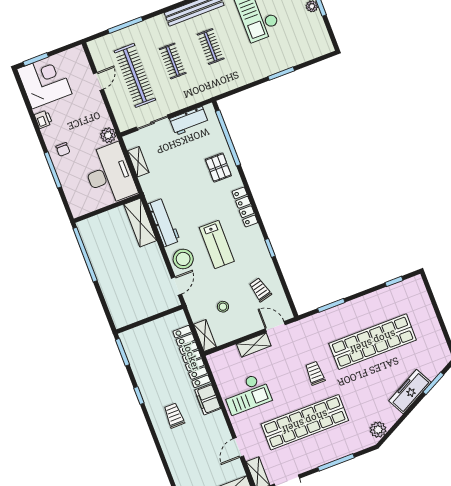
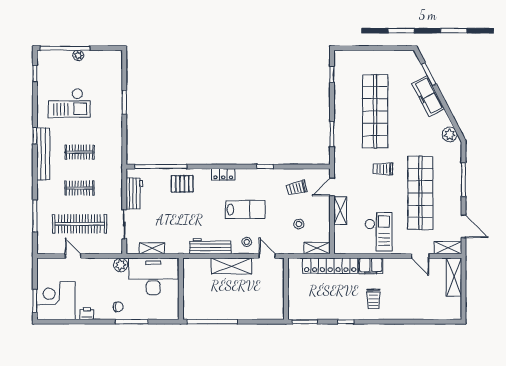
locker: (245, 207) -> (223, 174), width x0.66
shelving: (140, 222) -> (231, 266), moved
stool: (183, 259) -> (247, 242), width x0.53, depth x0.53
trolley: (174, 415) -> (373, 299), turned -90

